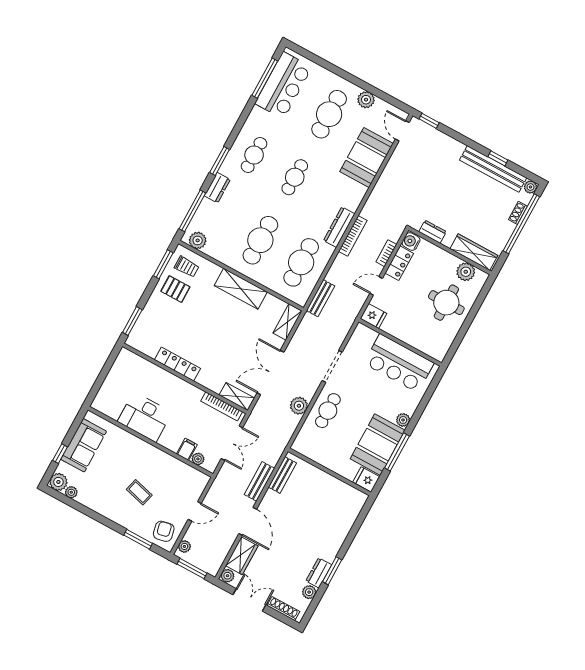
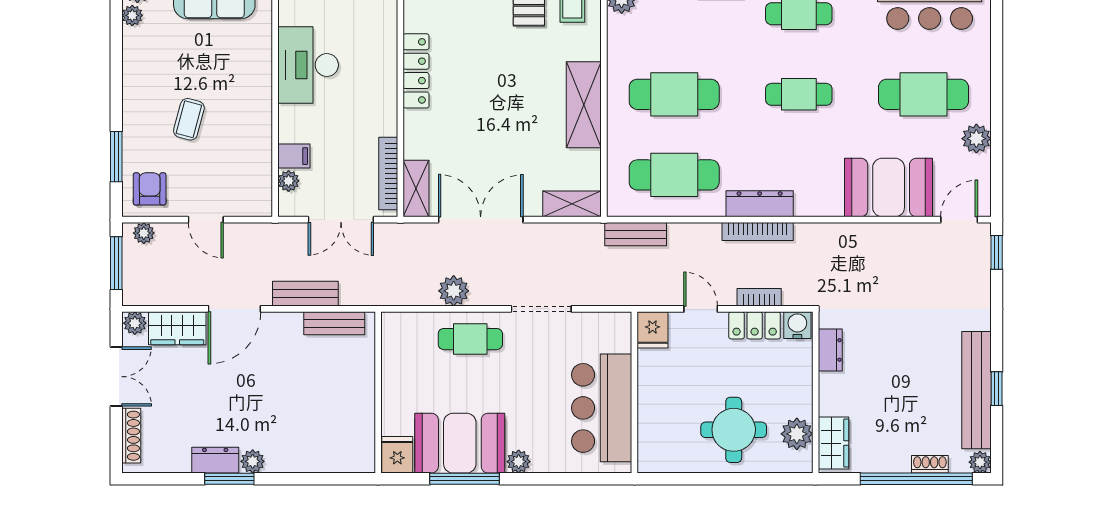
wardrobe: (474, 252) -> (834, 443), width x0.67
armchair: (164, 531) -> (150, 189), turned -78
plant: (309, 592) -> (253, 461), moved

